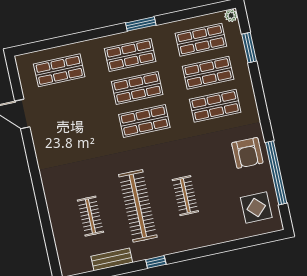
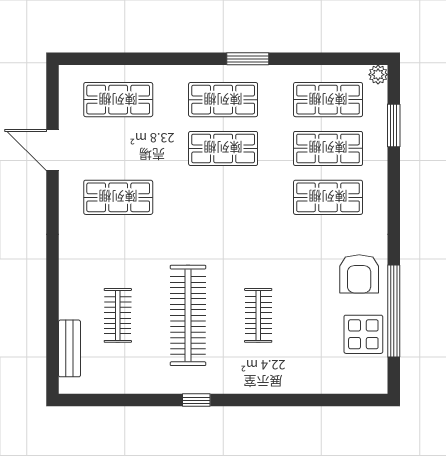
shop shelf: (144, 121) -> (118, 197), moved
display table: (256, 208) -> (363, 334), moved
bench: (112, 259) -> (69, 348), moved, turned 90

